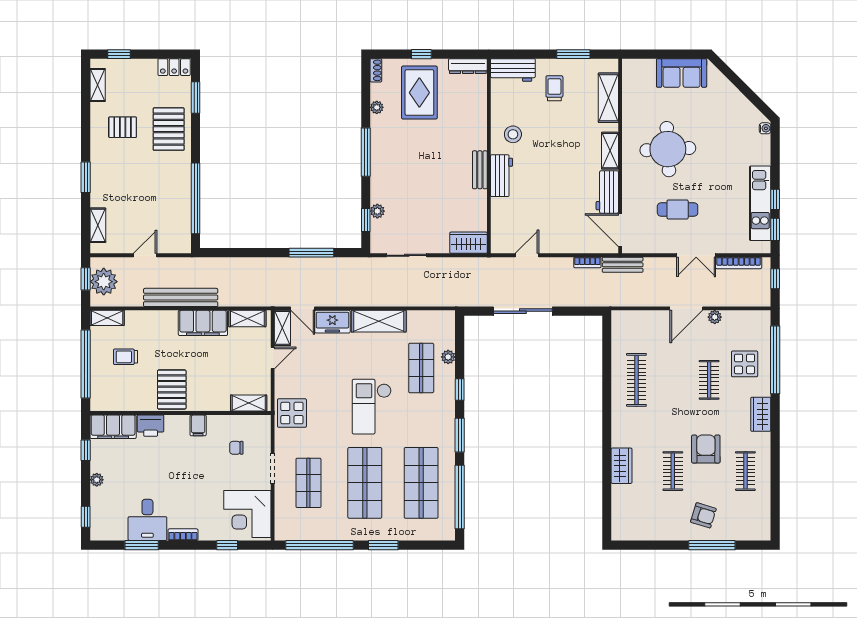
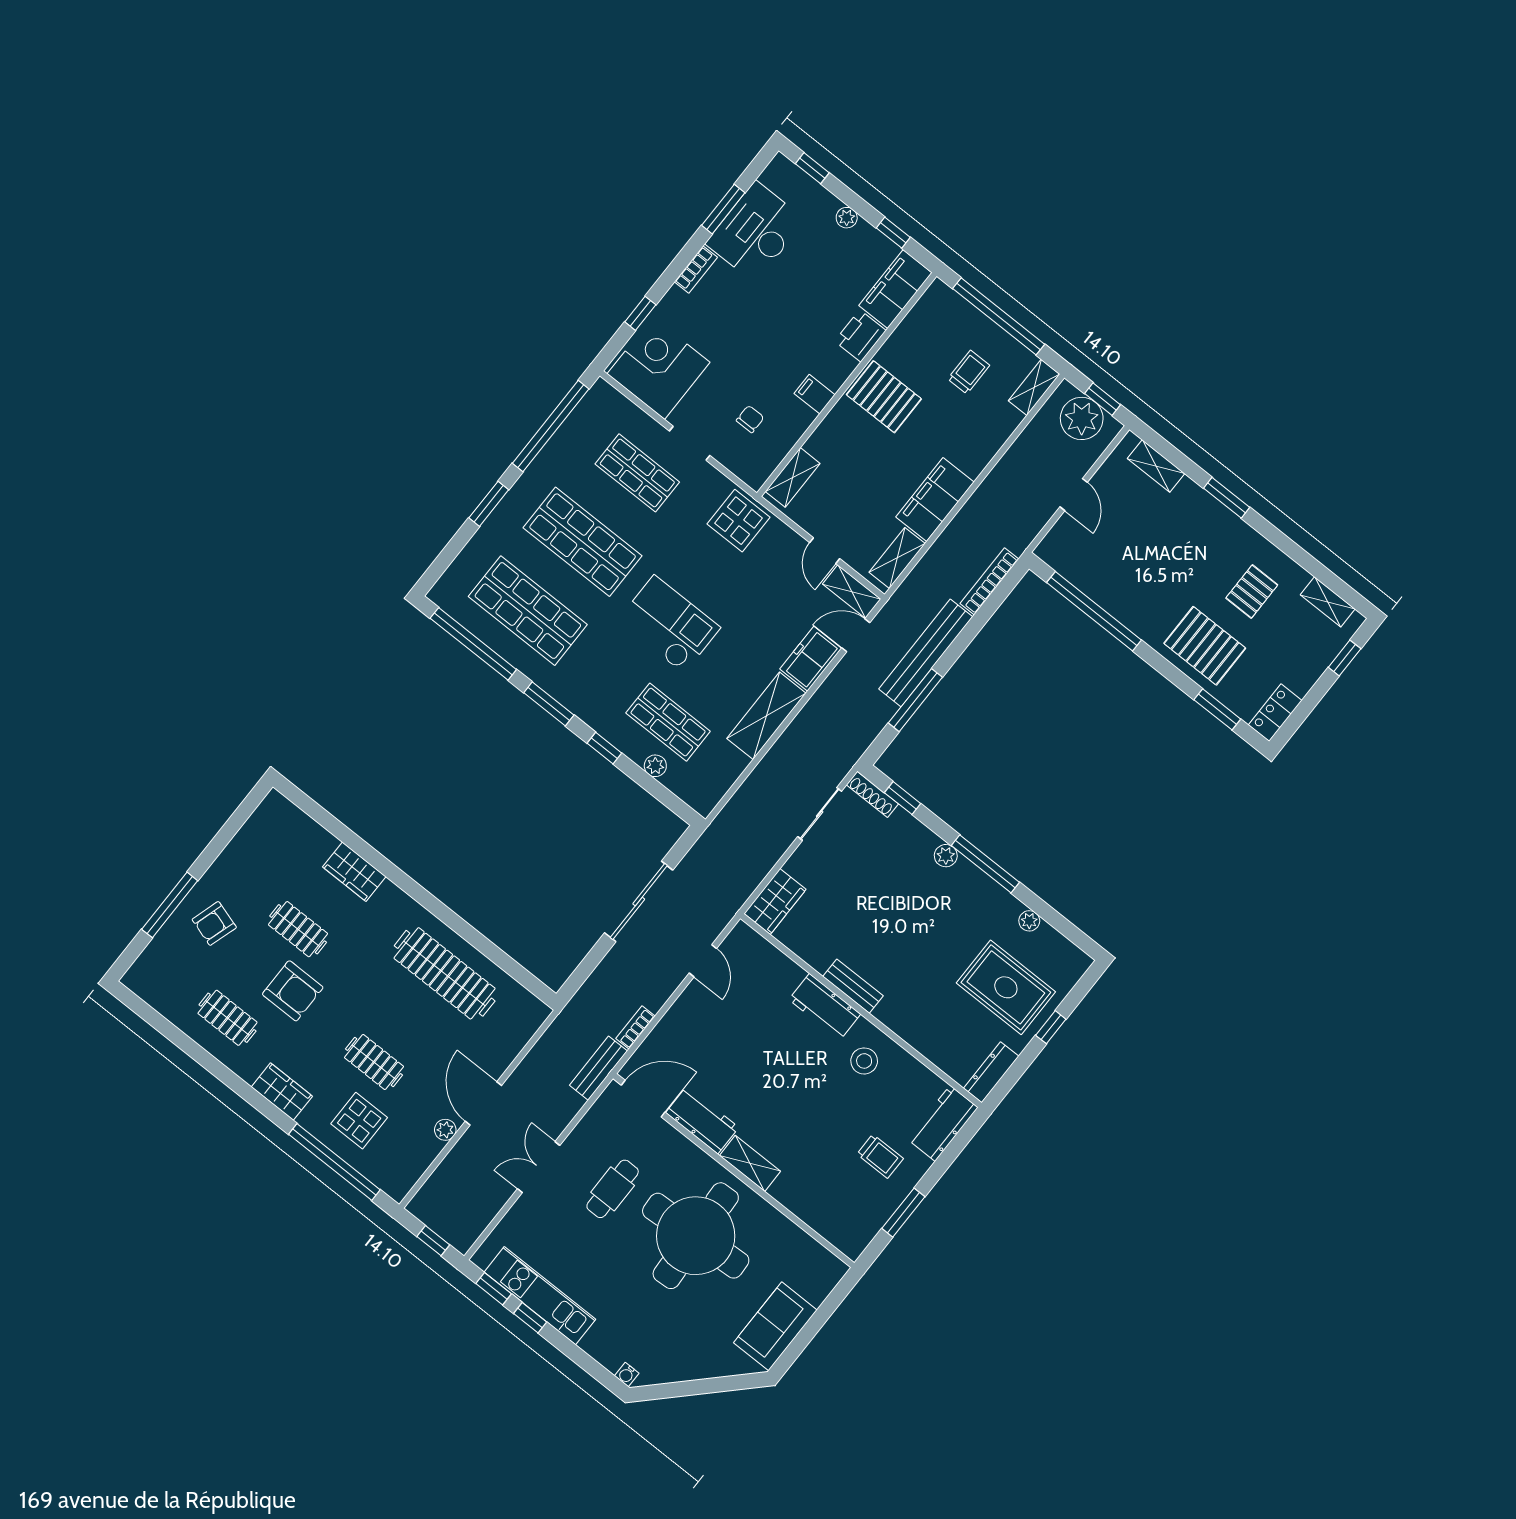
shoe rack: (376, 70) -> (872, 794), moved, width x1.43
shelving: (608, 98) -> (816, 1213), removed
round table: (668, 149) -> (696, 1236), width x1.36, depth x1.36
plant: (377, 211) -> (946, 856), moved
bookcase: (739, 263) -> (989, 581), moved
bench: (181, 297) -> (926, 653), moved
clothes rail: (636, 380) -> (445, 973), width x1.37, depth x1.31
desk: (147, 520) -> (755, 232), width x1.37

